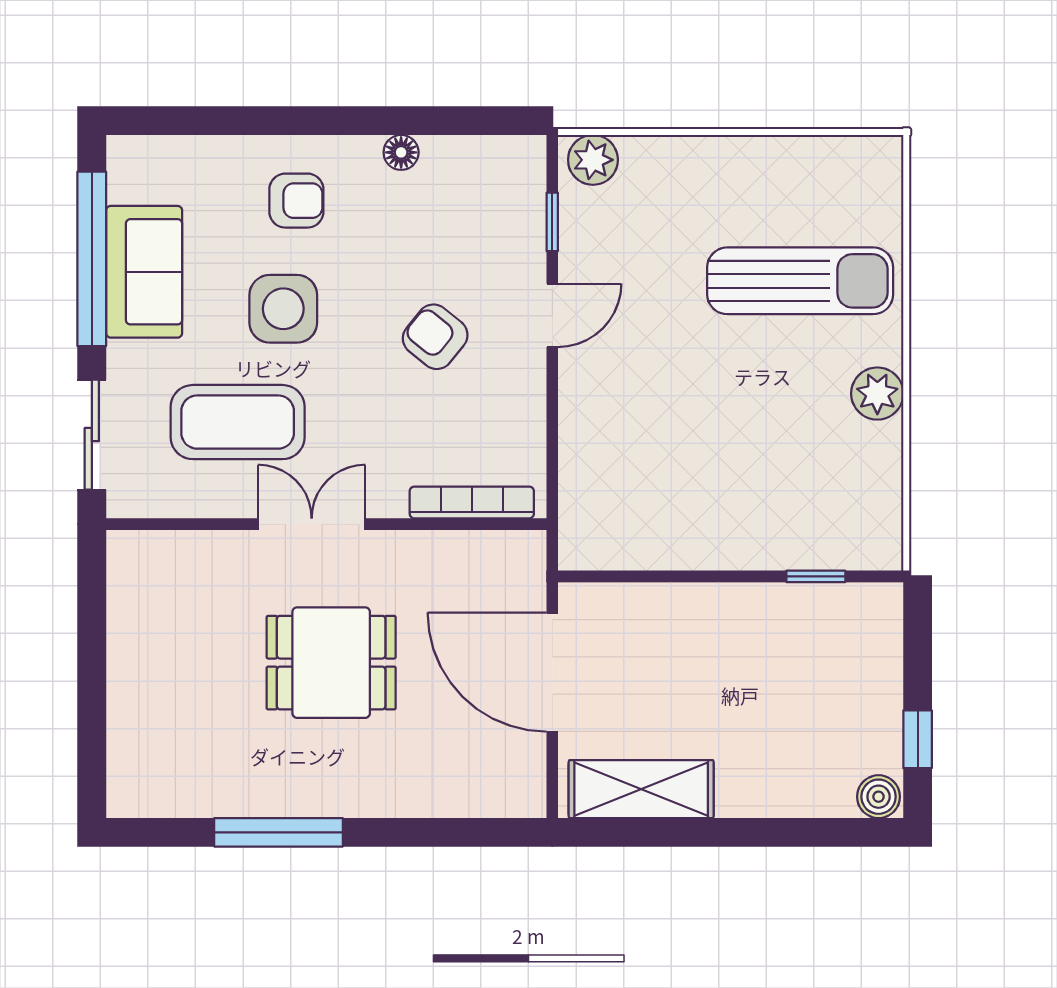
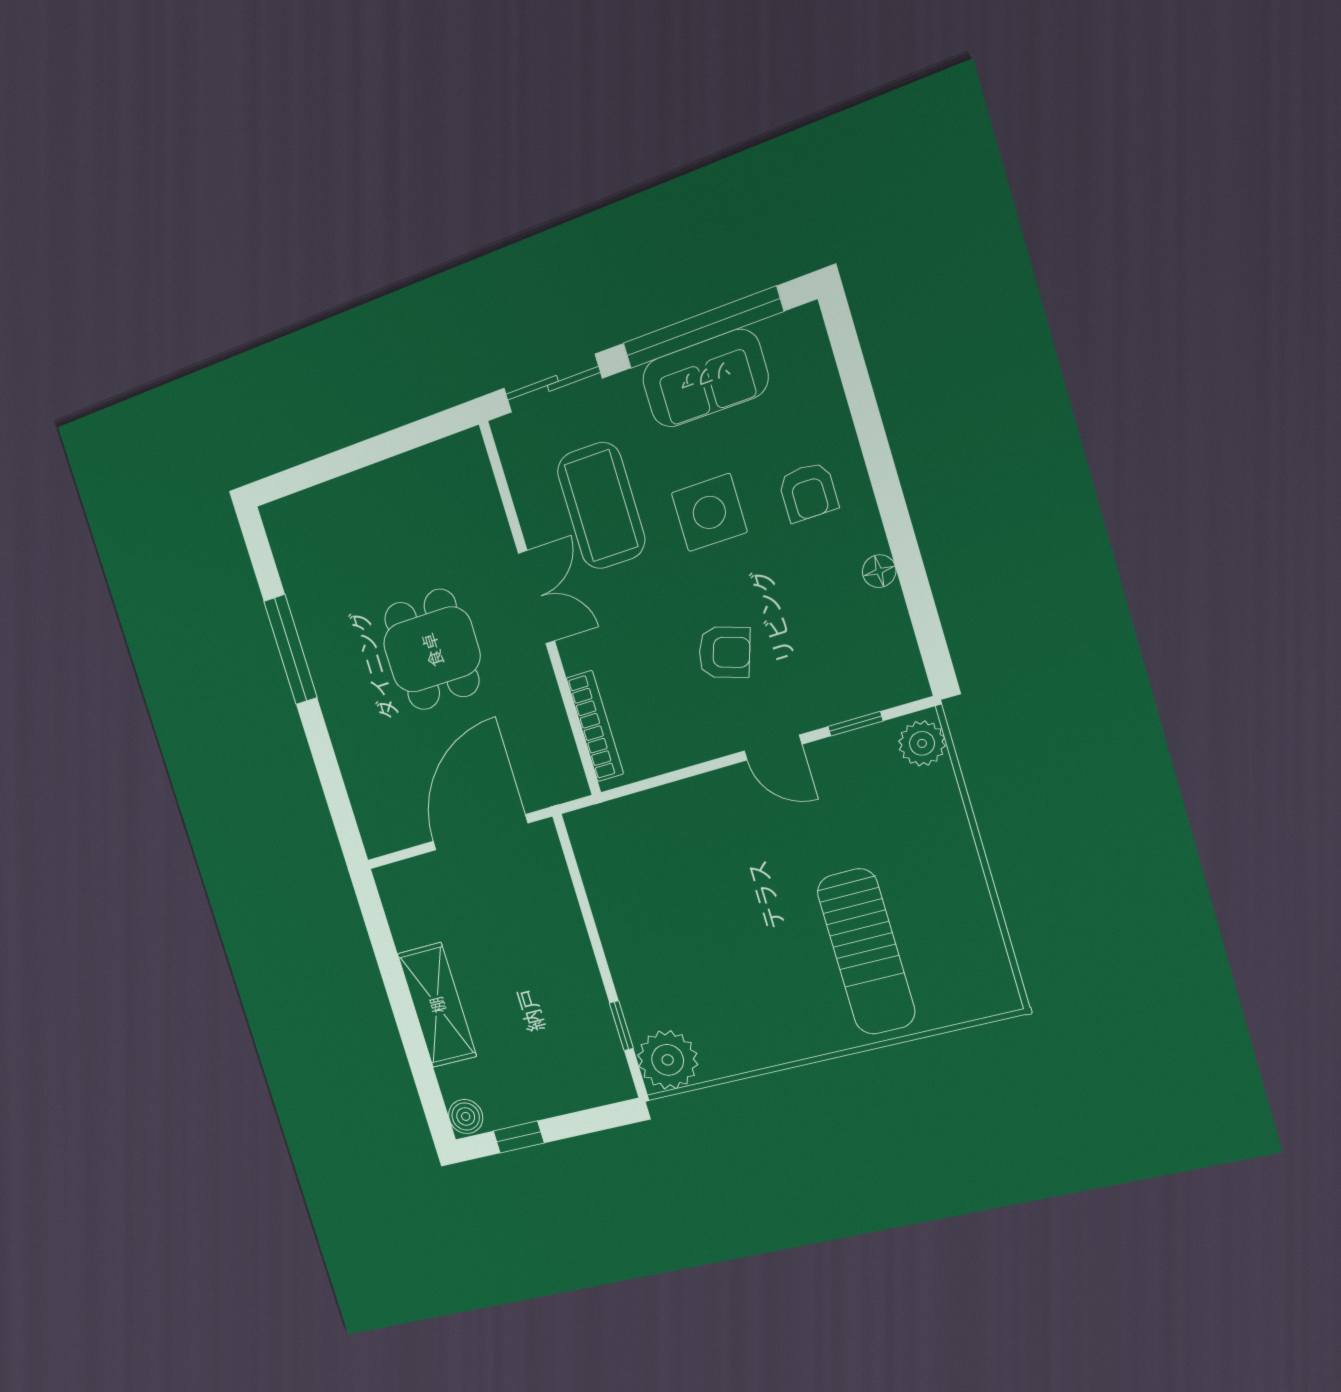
armchair: (435, 337) -> (724, 652), turned 69
plant: (877, 394) -> (668, 1060), moved, width x1.36, depth x1.36
shelving: (641, 789) -> (437, 1005), moved

